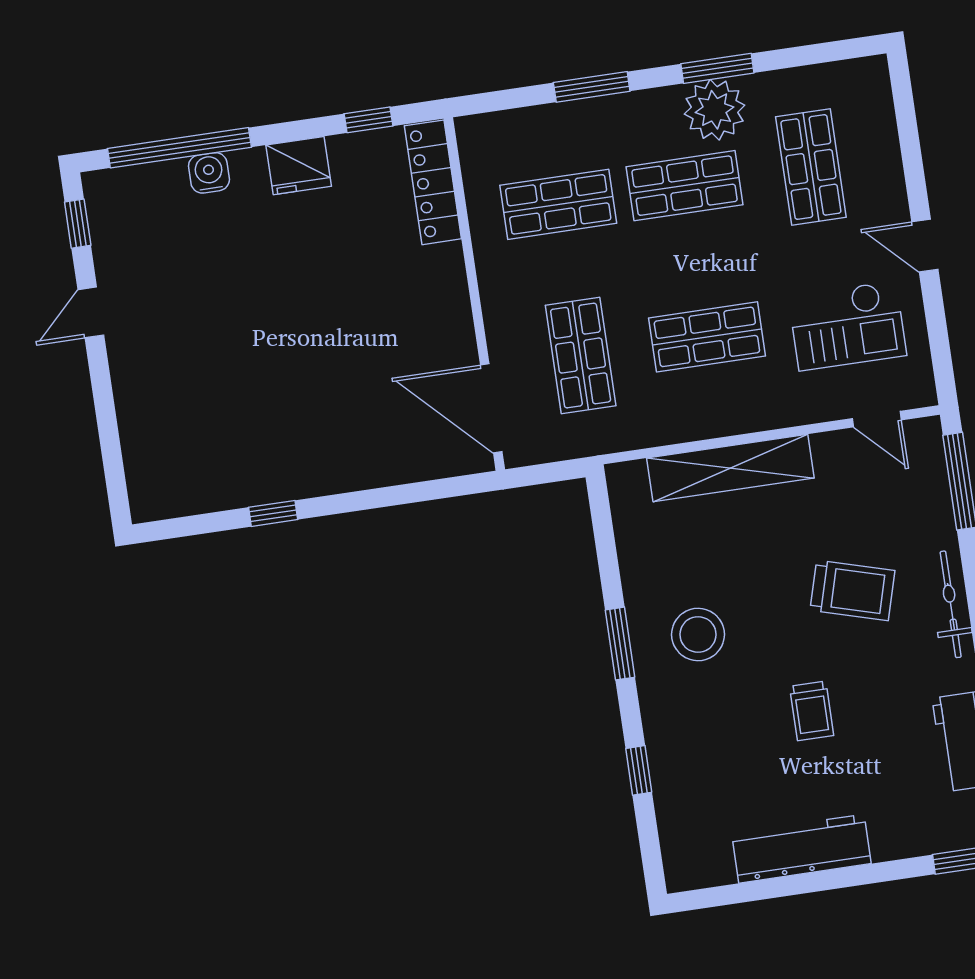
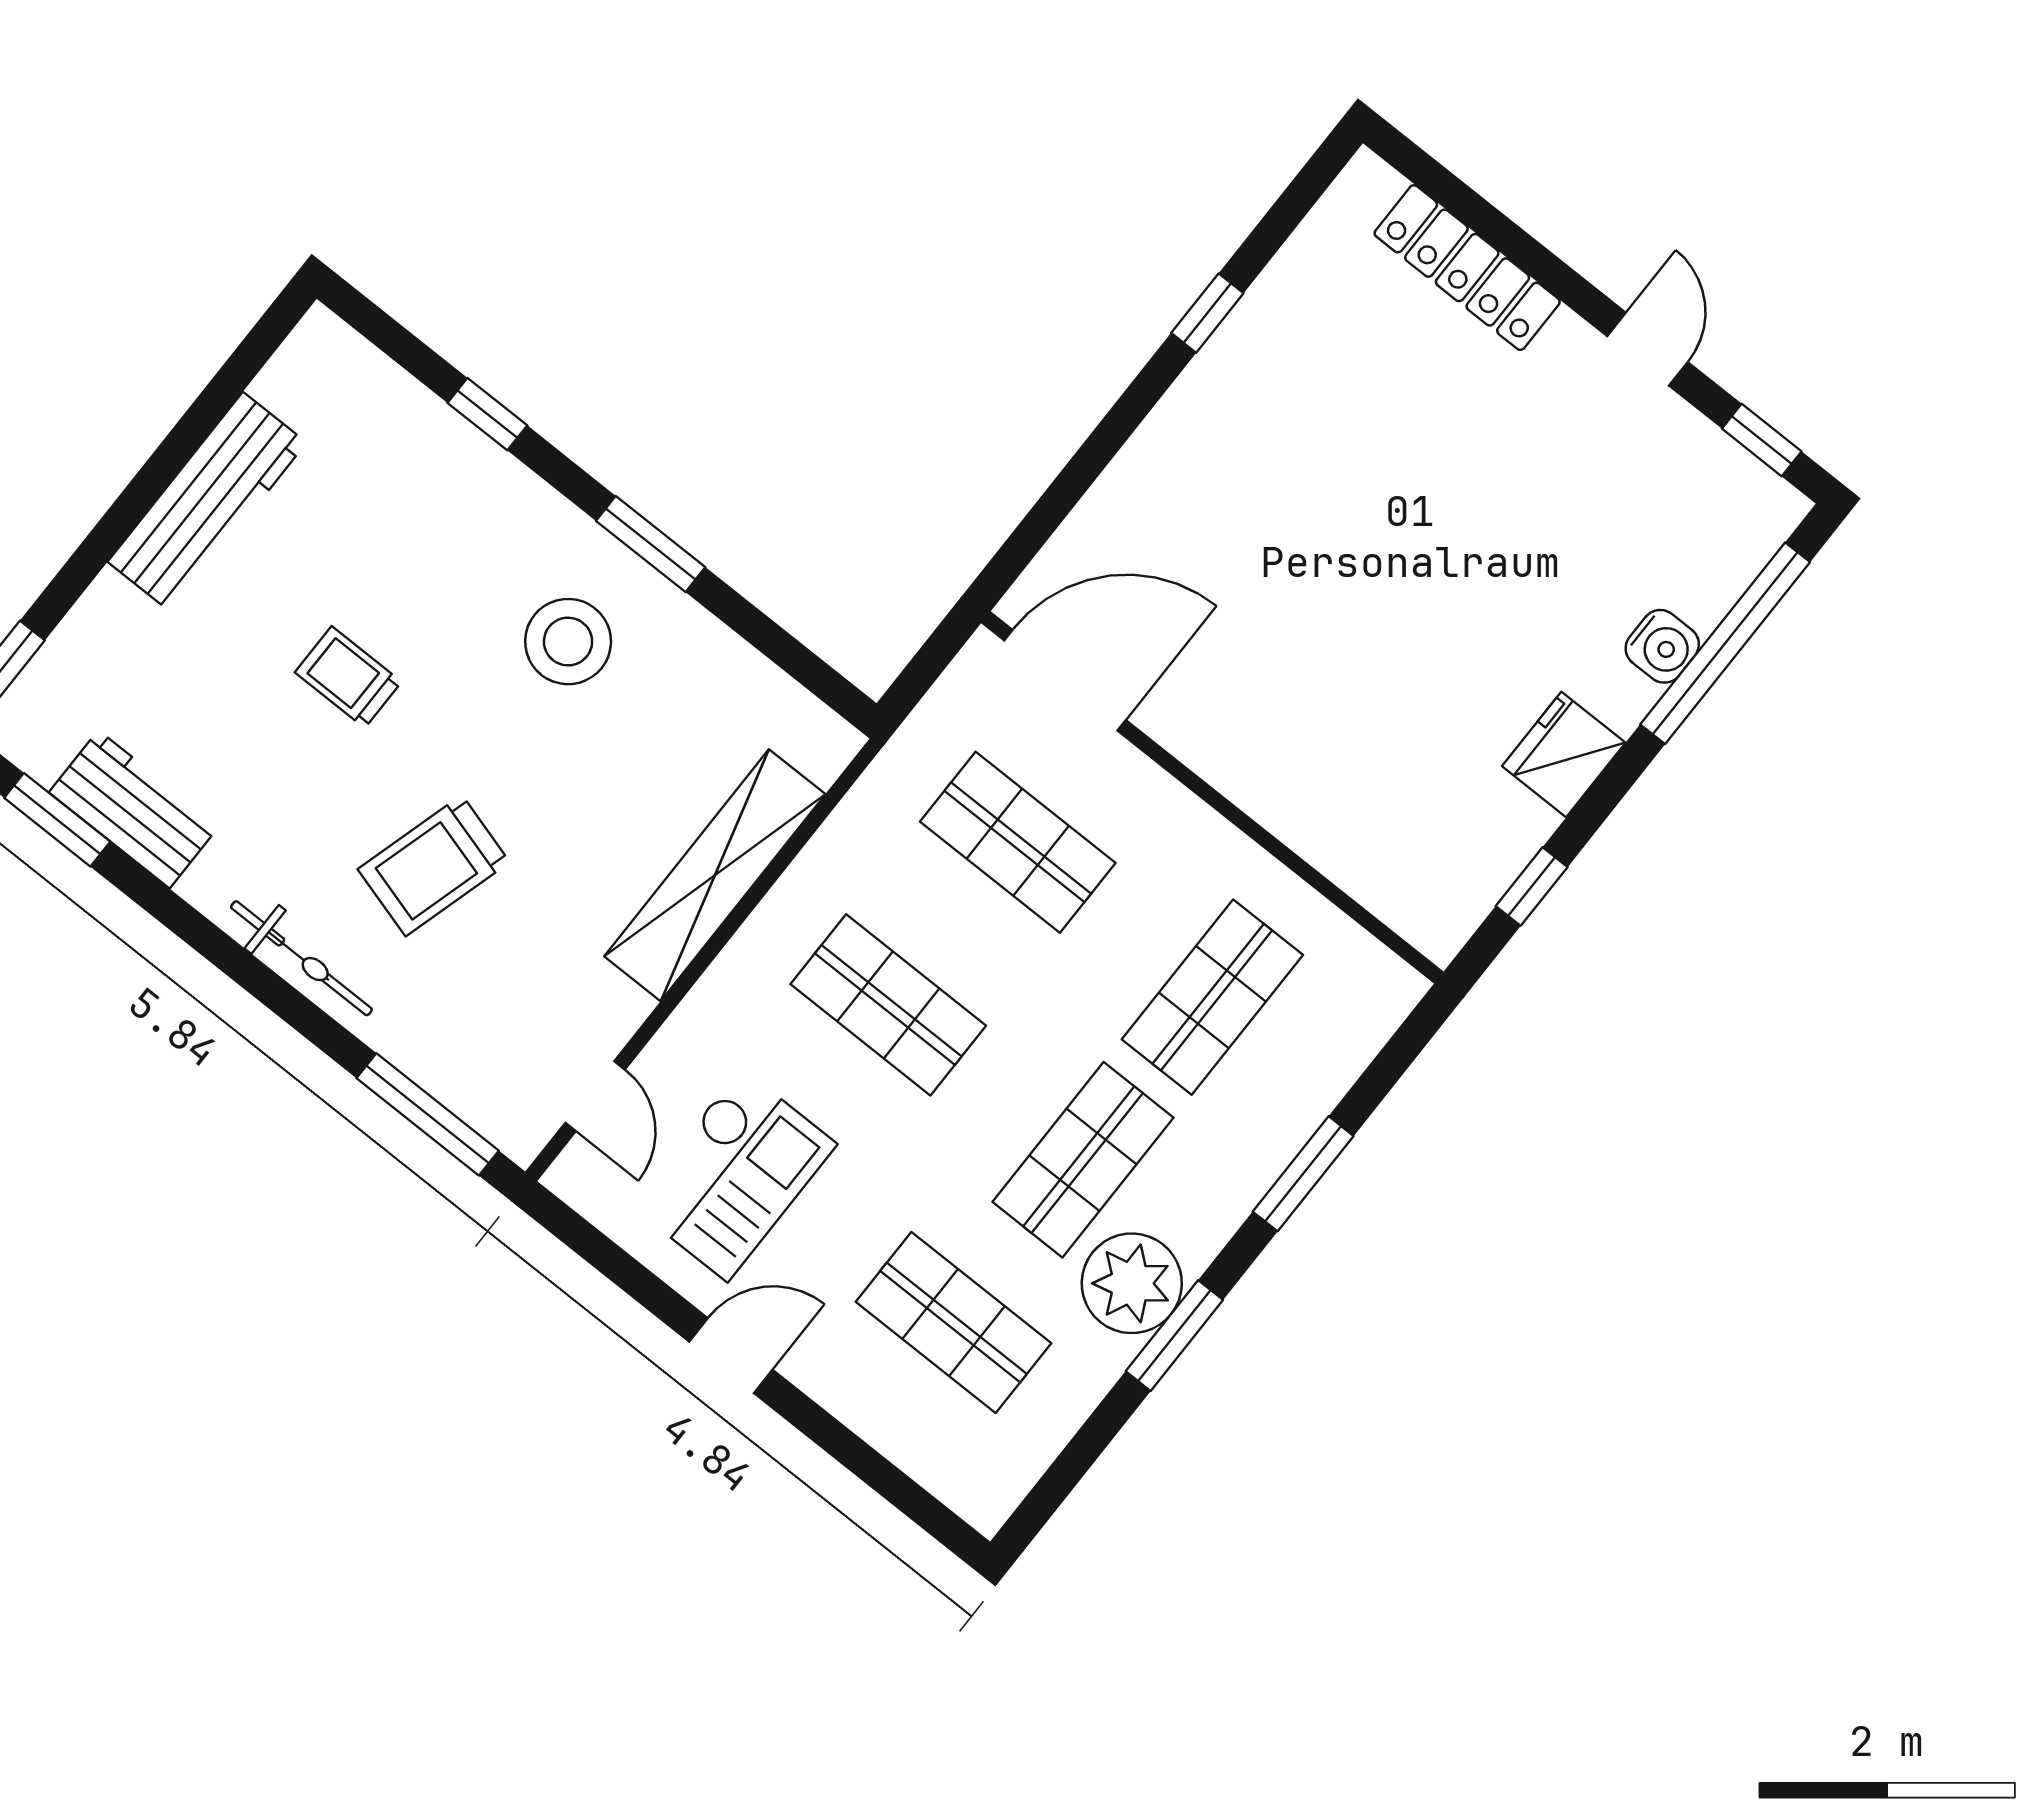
locker: (433, 182) -> (1467, 268), moved, turned 180
checkout: (847, 326) -> (734, 1175), turned 180
shop shelf: (707, 337) -> (888, 1005), turned 90
door: (877, 419) -> (595, 1096), swing flipped

